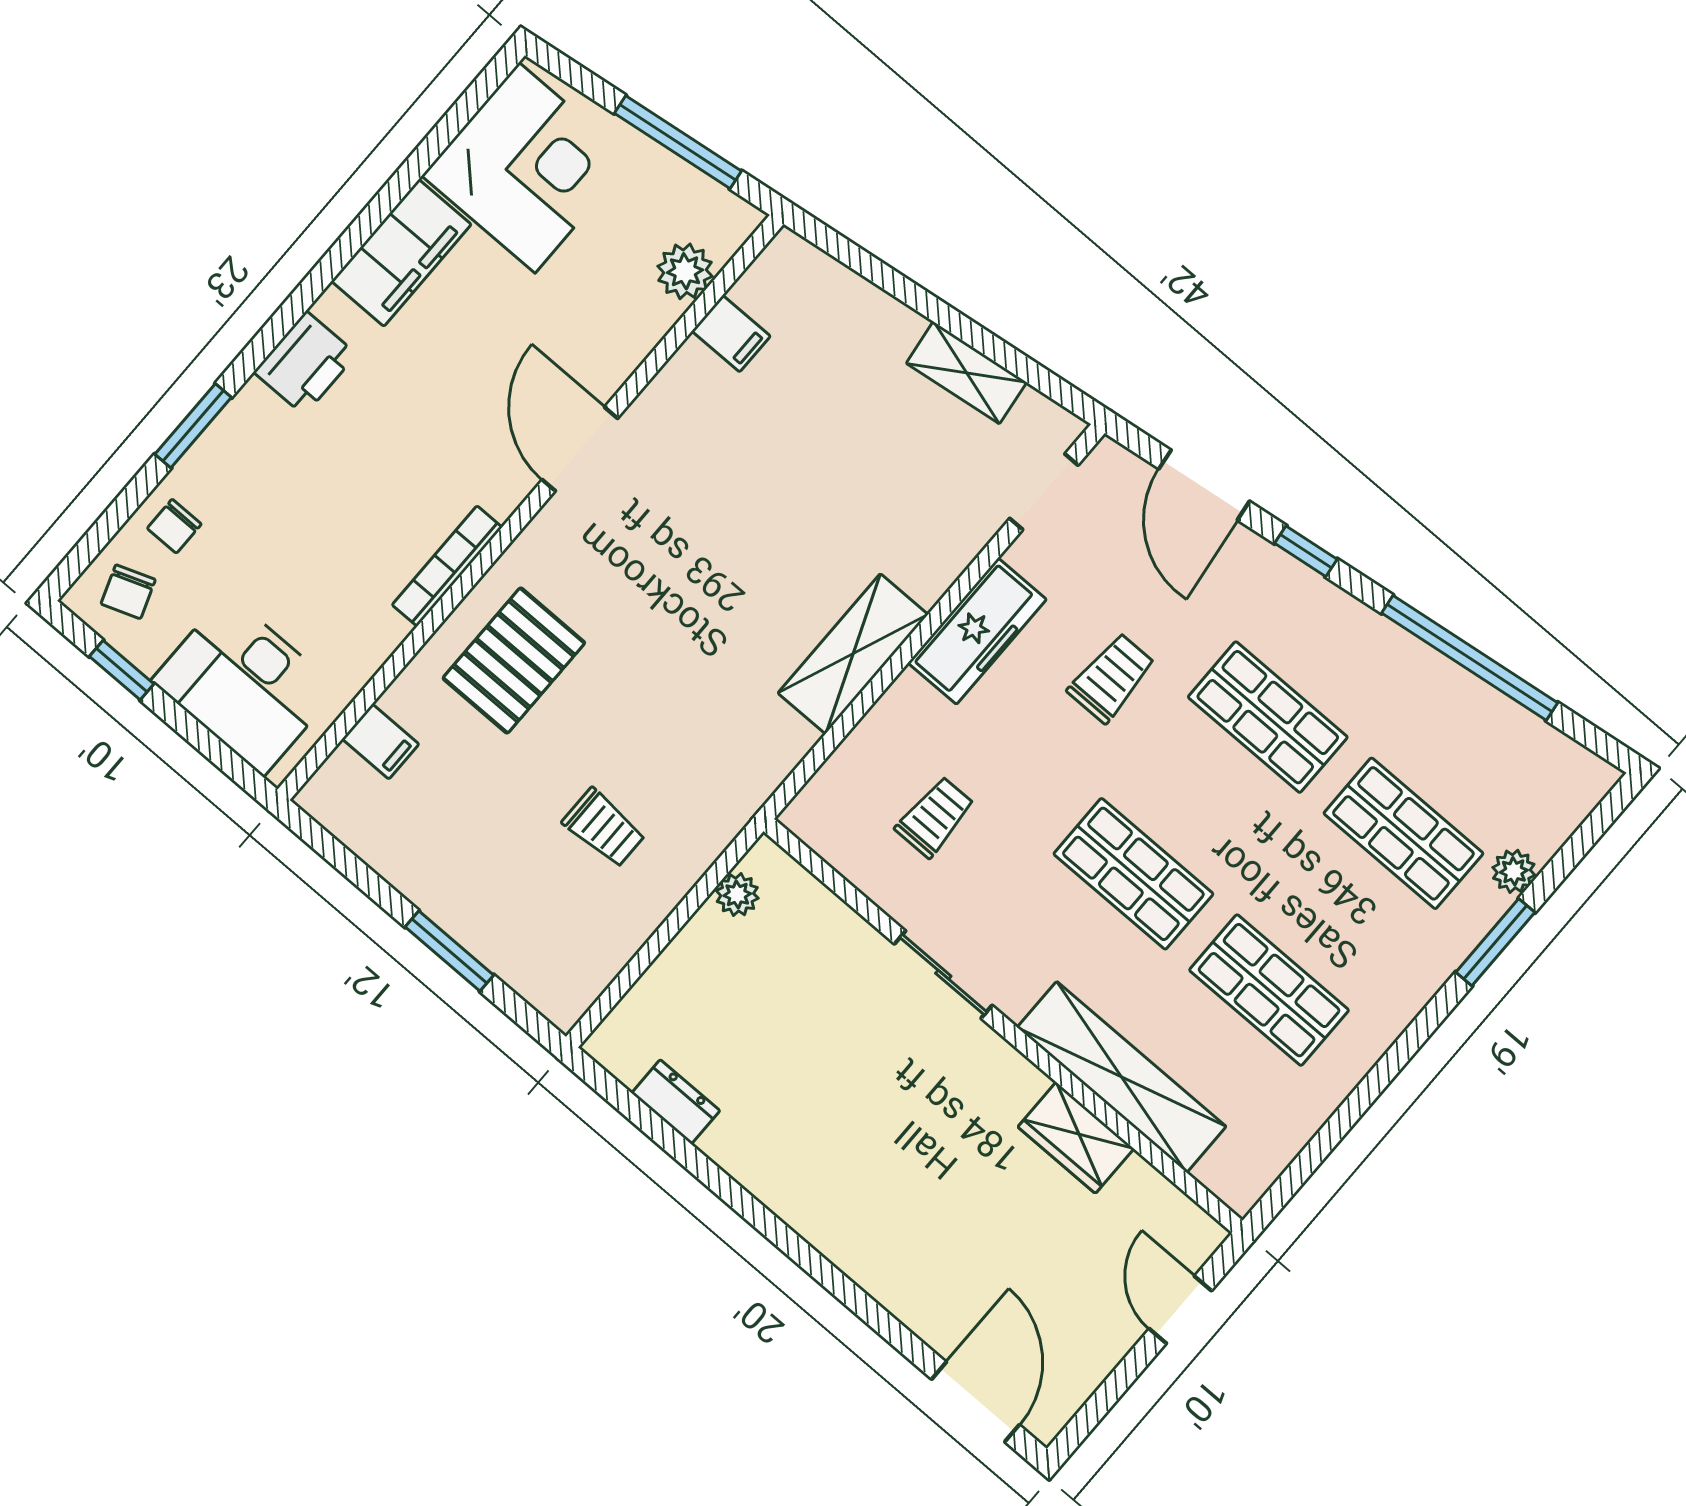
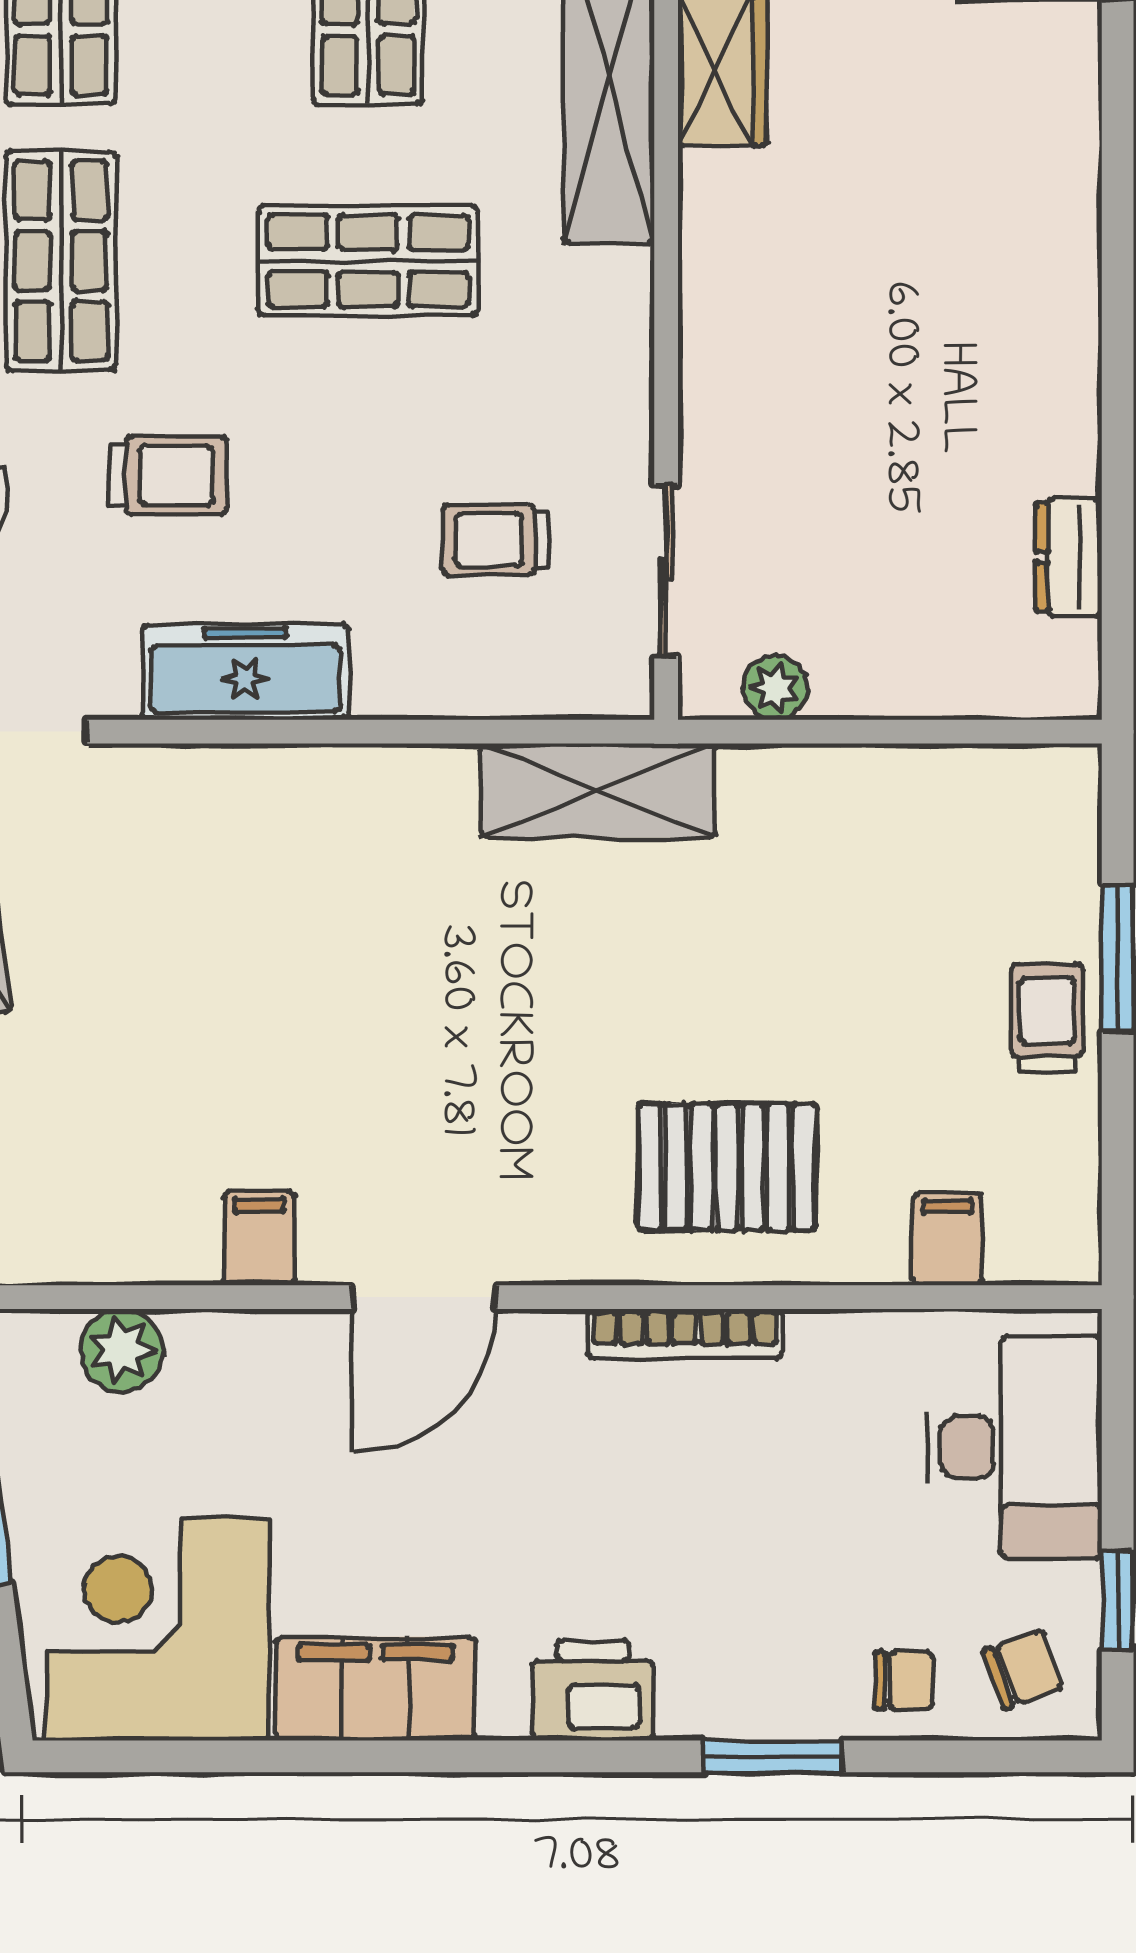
filing cabinet: (731, 334) -> (259, 1238), moved
shelving: (853, 654) -> (598, 790), moved
trolley: (1111, 678) -> (168, 475), turned 180
trolley: (604, 828) -> (1047, 1018), moved
shop shelf: (1133, 874) -> (368, 261), turned 90
sliding door: (943, 975) -> (666, 570), moved

